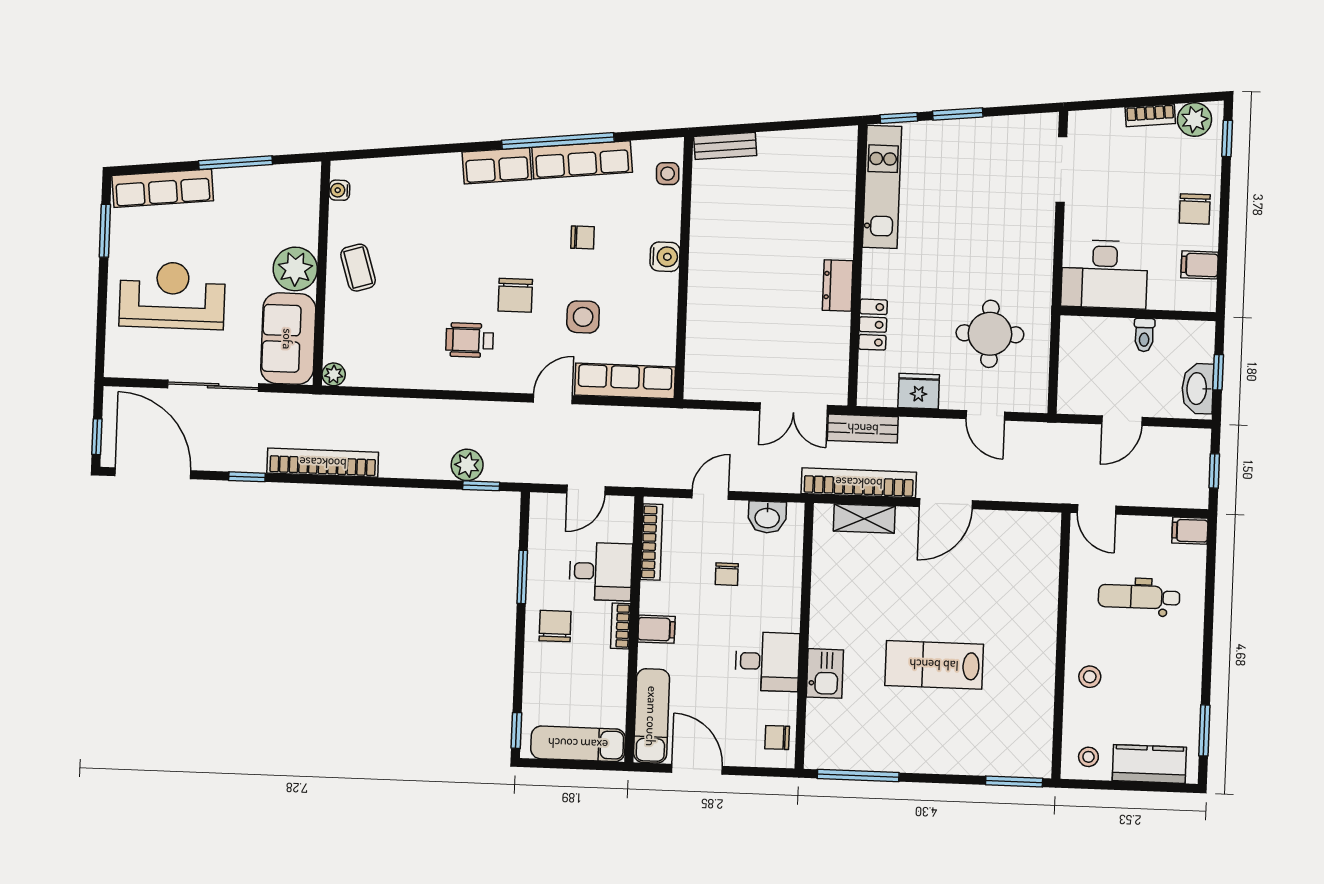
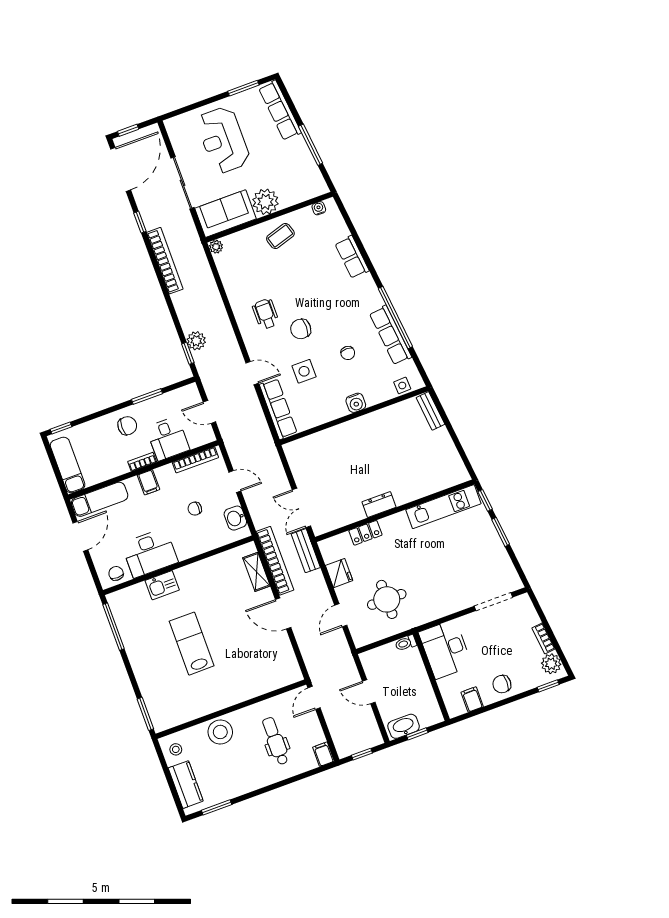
row of seats: (497, 166) -> (352, 257), moved
reception desk: (172, 295) -> (223, 140), turned 180
toilet: (1144, 335) -> (406, 643), moved
desk: (767, 662) -> (150, 553), width x1.37
stool: (1090, 677) -> (220, 732), width x1.89, depth x1.89

